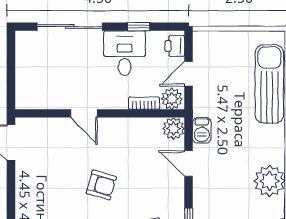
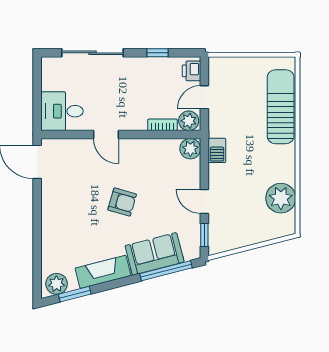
desk: (125, 53) -> (62, 111), moved, turned -90
door: (189, 163) -> (204, 201), moved

